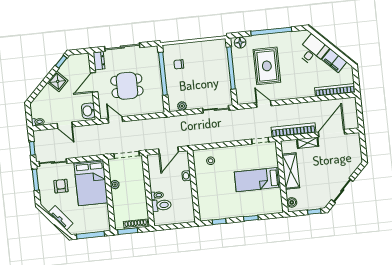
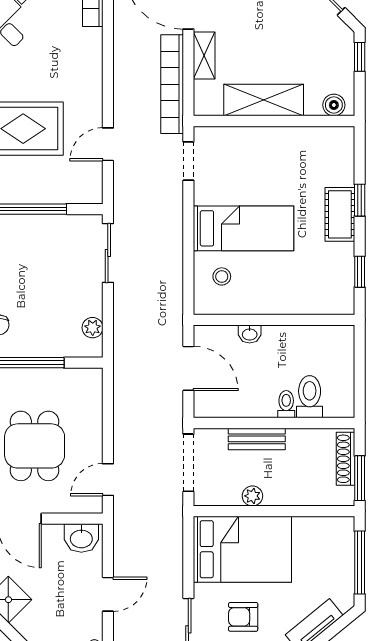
bed: (258, 180) -> (244, 228), moved, turned -90
bench: (140, 184) -> (257, 439), added
cot: (244, 210) -> (340, 214), added

